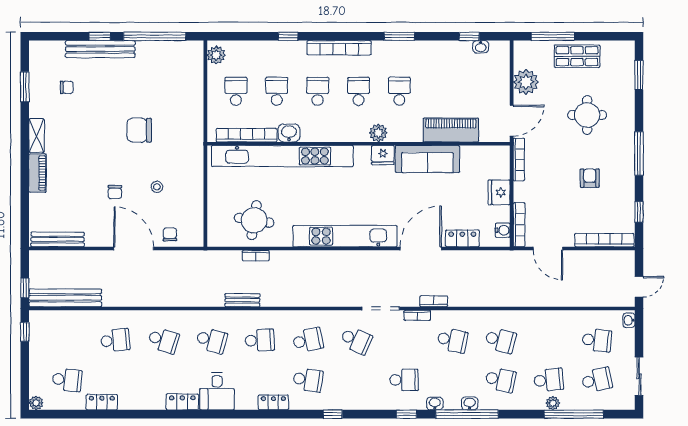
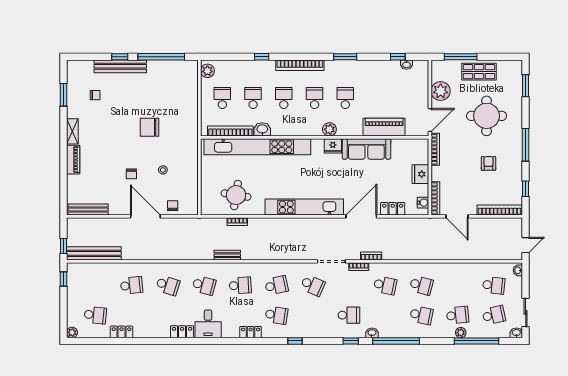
round table: (587, 115) -> (487, 116), width x1.36, depth x1.36
washbasin: (470, 403) -> (516, 333), moved

